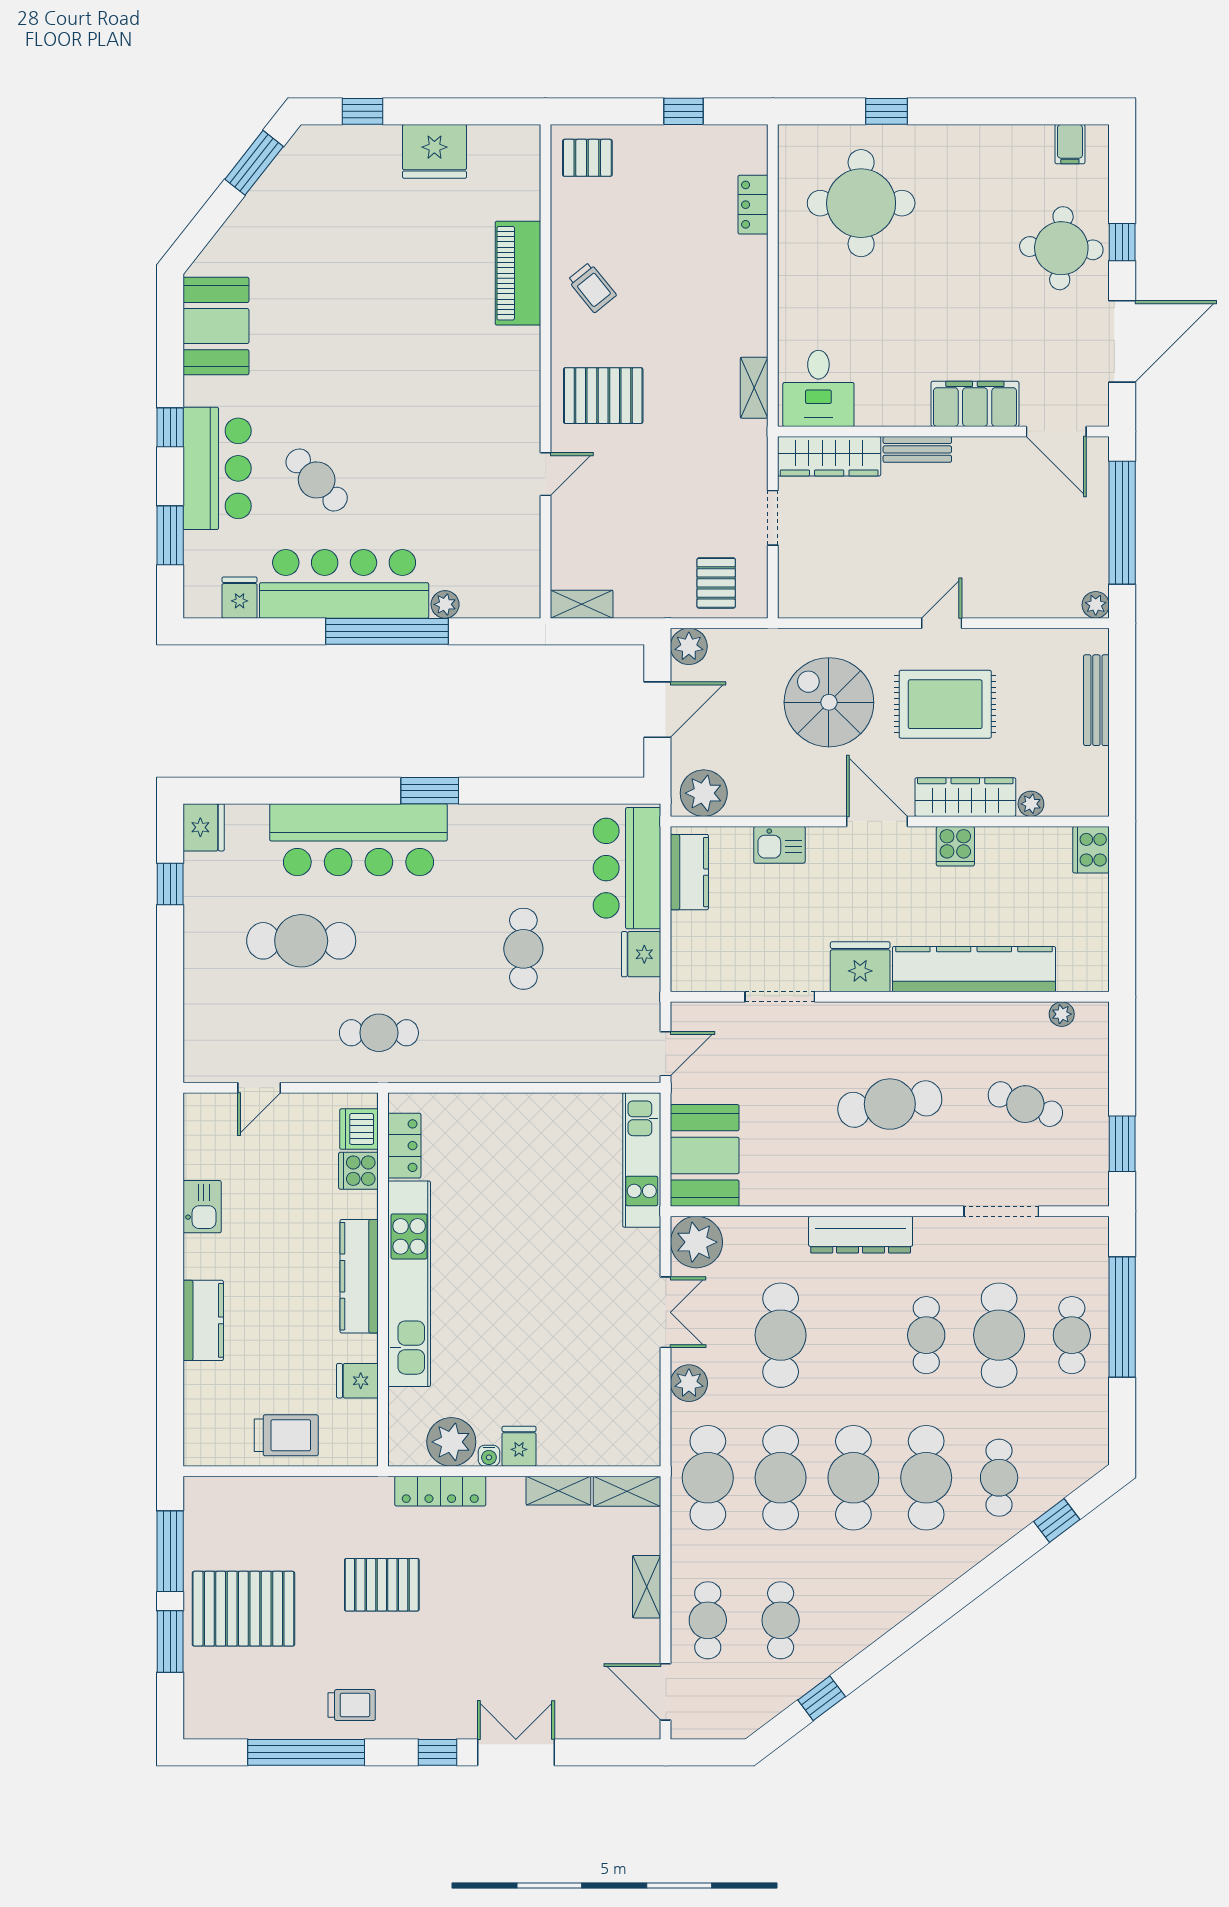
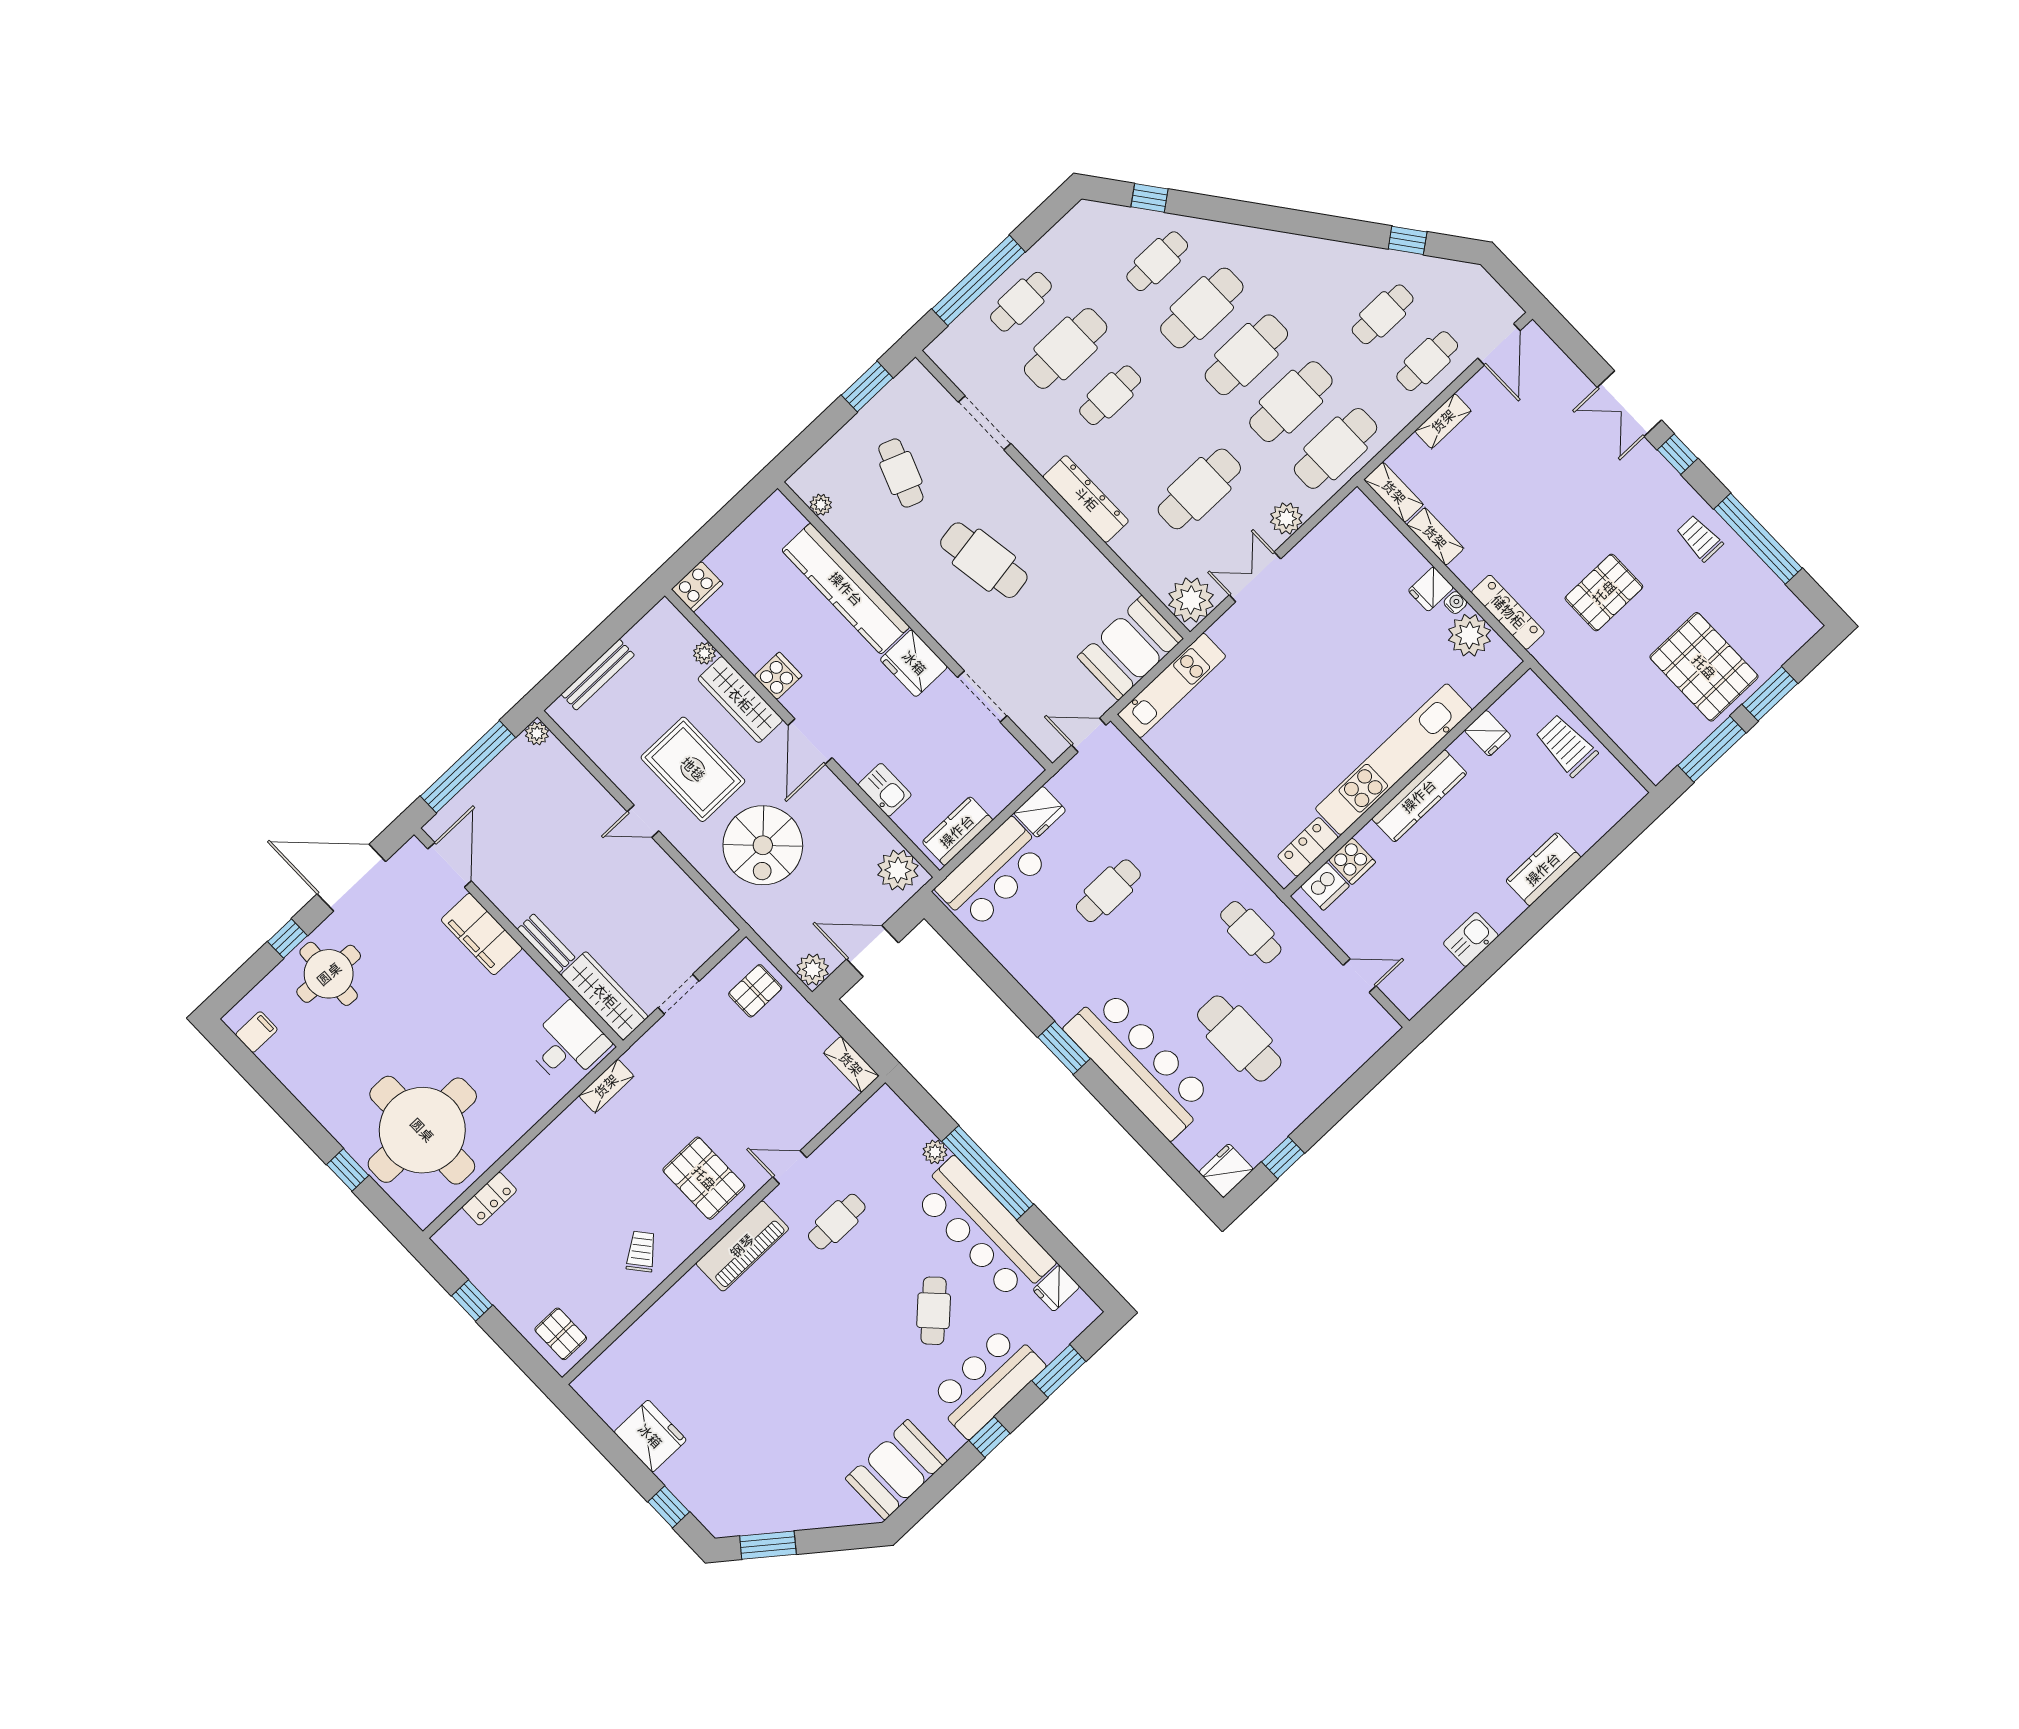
round table: (861, 203) -> (422, 1130), width x1.36, depth x1.36
piano: (518, 273) -> (742, 1246), moved
cafe table: (465, 470) -> (837, 1222), added
pallet: (382, 1585) -> (1604, 592), turned 90

